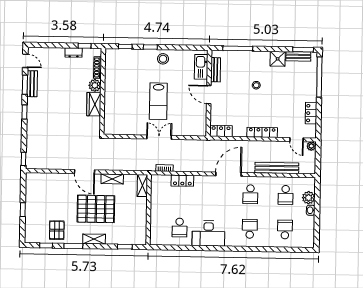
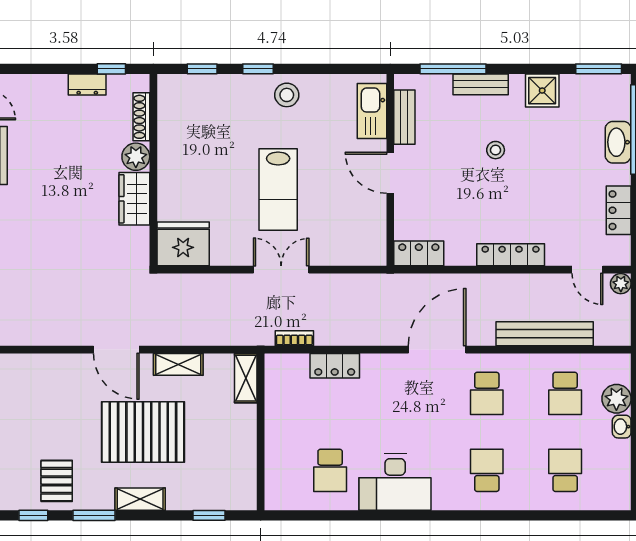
bench: (298, 56) -> (481, 84), moved
washbasin: (311, 83) -> (618, 142), added
fridge: (115, 125) -> (183, 244), added

